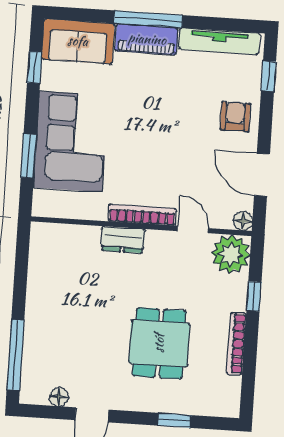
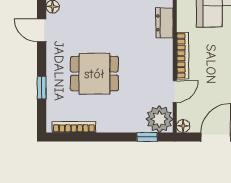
dresser: (123, 240) -> (164, 23), moved
window: (254, 296) -> (147, 137), moved
bookcase: (236, 344) -> (74, 127), moved

